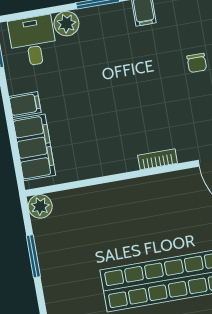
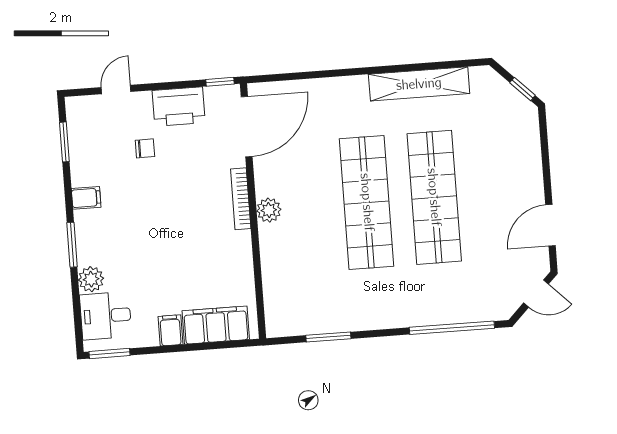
bookcase: (158, 159) -> (241, 199), width x1.56
plant: (40, 206) -> (269, 210), moved

